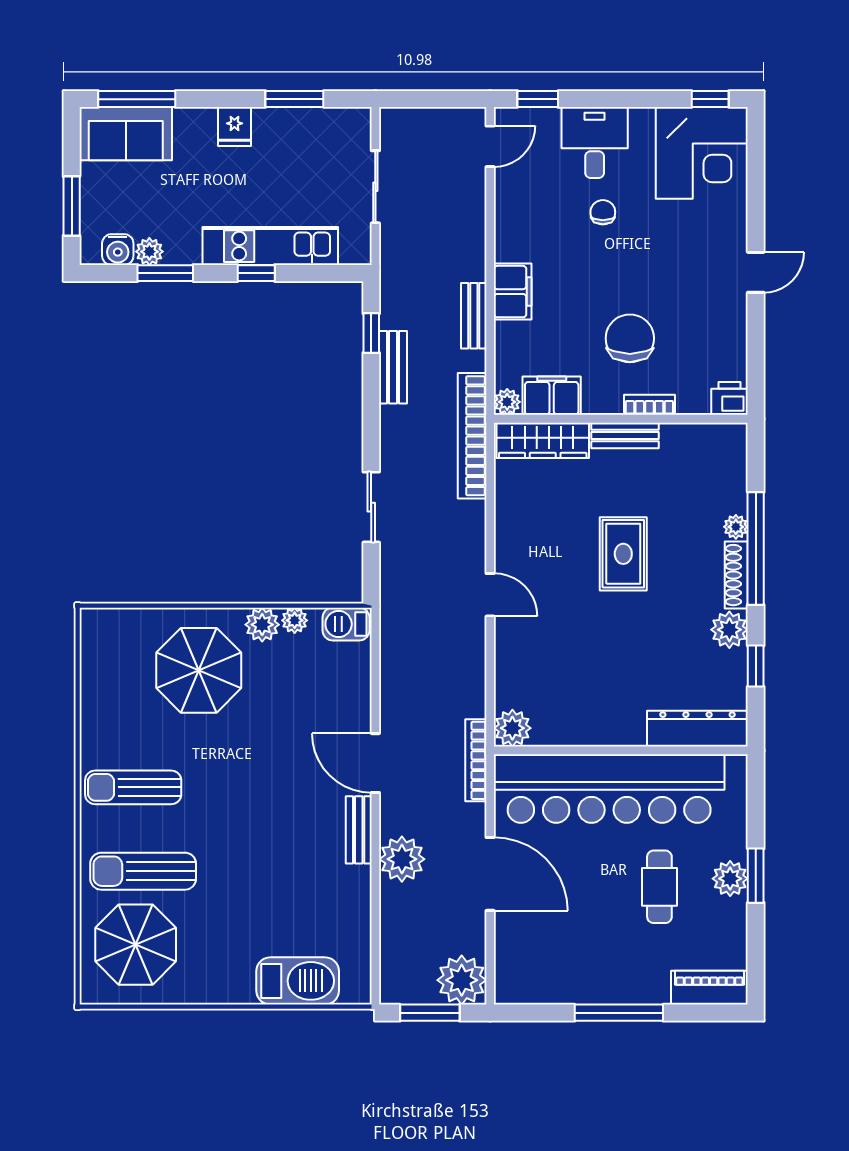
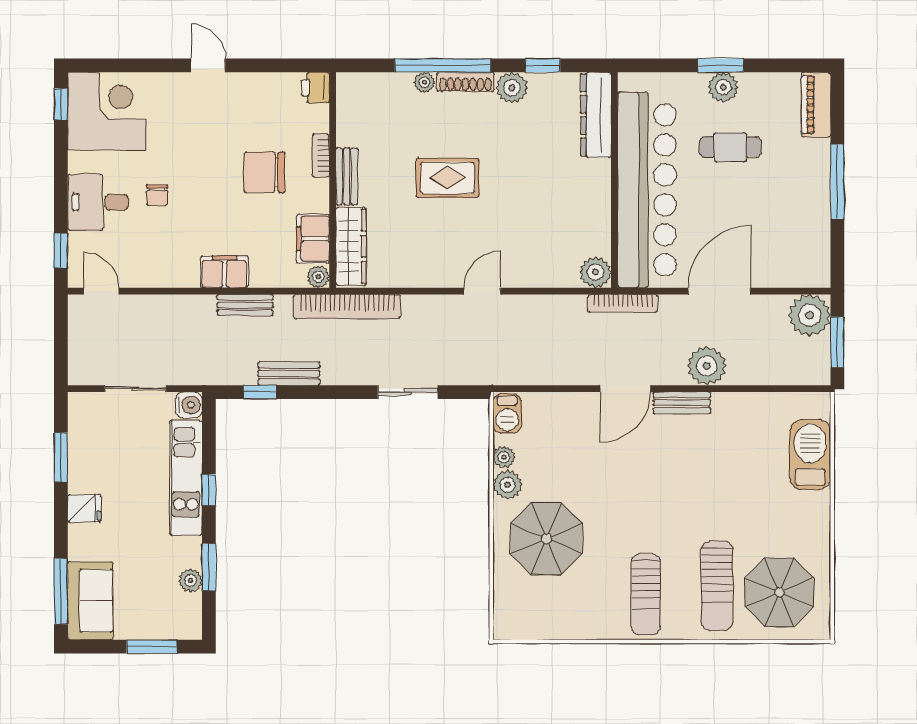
chair: (603, 212) -> (157, 195), turned -90
water cooler: (118, 250) -> (189, 405), moved

